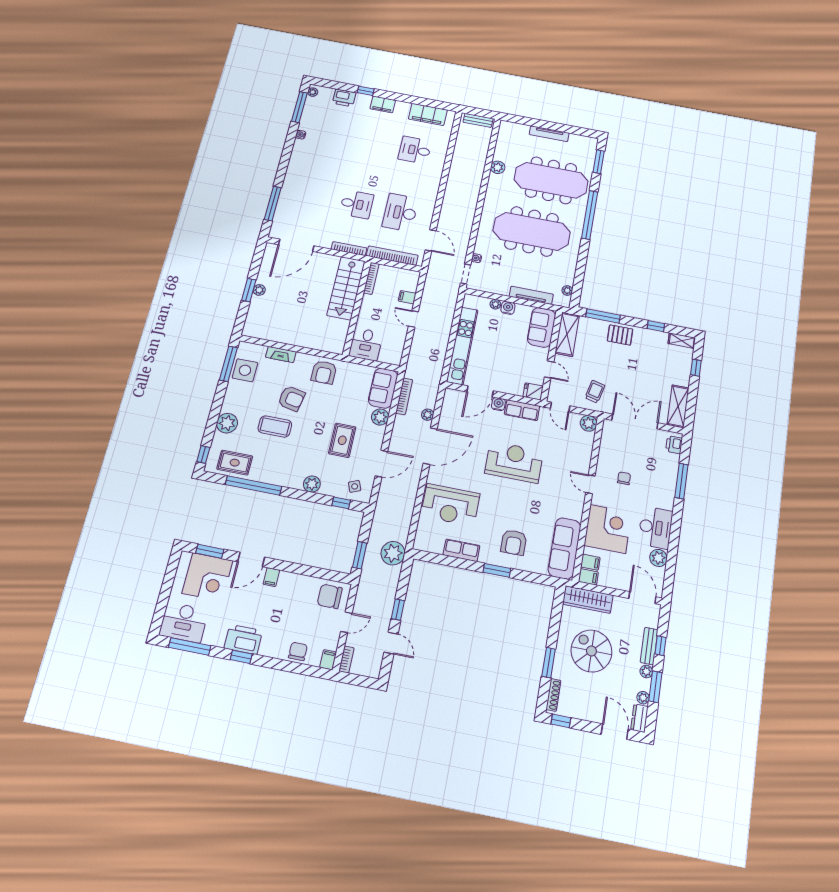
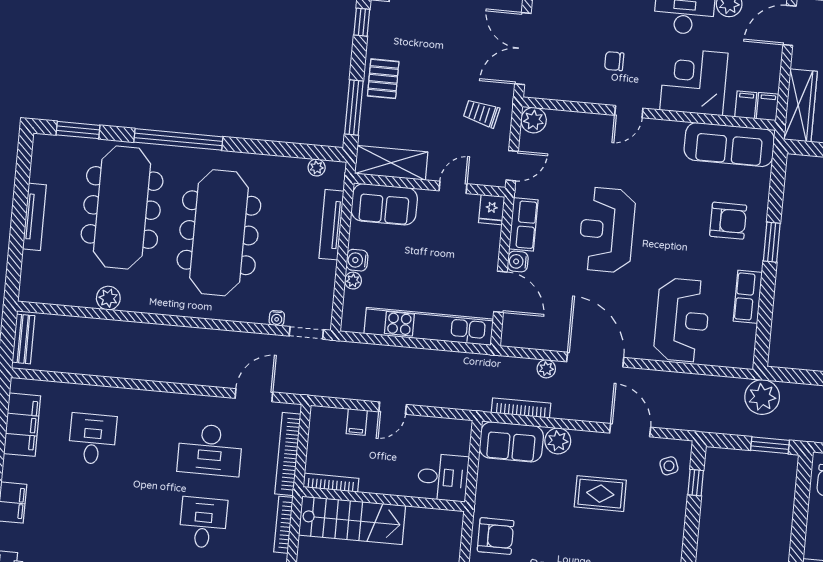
desk: (415, 150) -> (92, 439), turned 180
plant: (312, 484) -> (672, 530), removed

